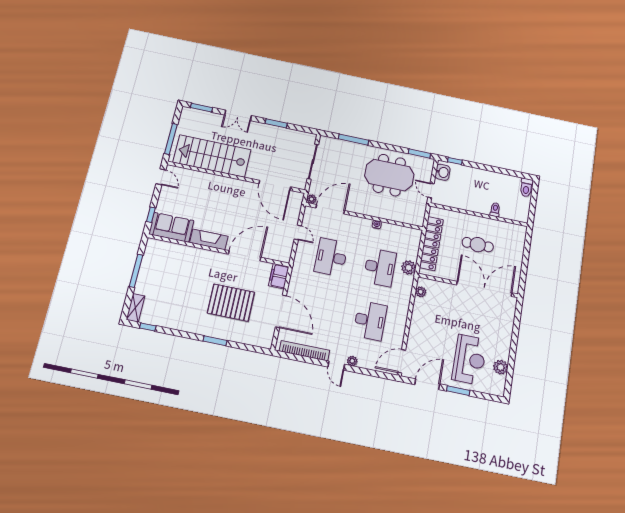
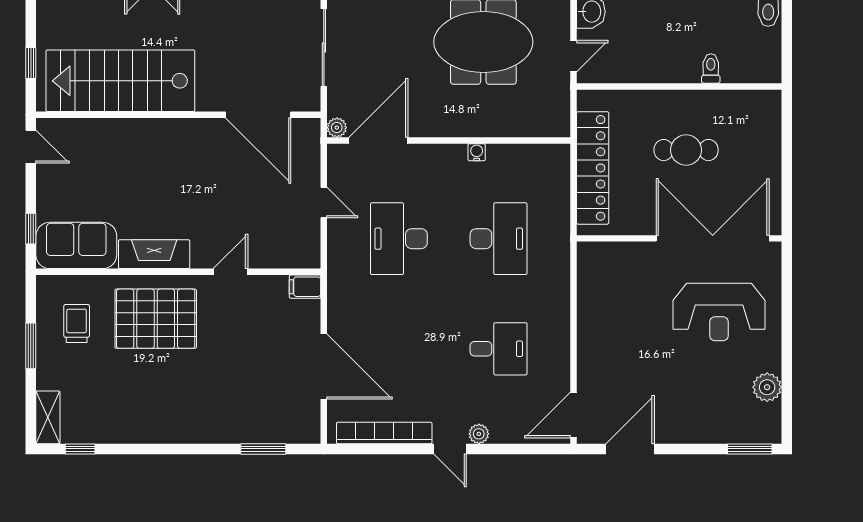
window: (171, 139) -> (31, 63), width x0.46
door: (431, 190) -> (574, 56), swing flipped
door: (245, 256) -> (230, 272), width x0.53
trolley: (162, 265) -> (77, 324), added
plant: (409, 268) -> (556, 227), removed
window: (136, 271) -> (31, 346), width x0.69
filing cabinet: (279, 276) -> (305, 287), width x0.50
plant: (421, 292) -> (588, 271), removed
pallet: (231, 303) -> (156, 319), moved
desk: (370, 321) -> (499, 349), width x0.73
window: (215, 341) -> (263, 449), moved
reception desk: (469, 360) -> (719, 312), moved, turned 90
window: (458, 391) -> (750, 449), moved

